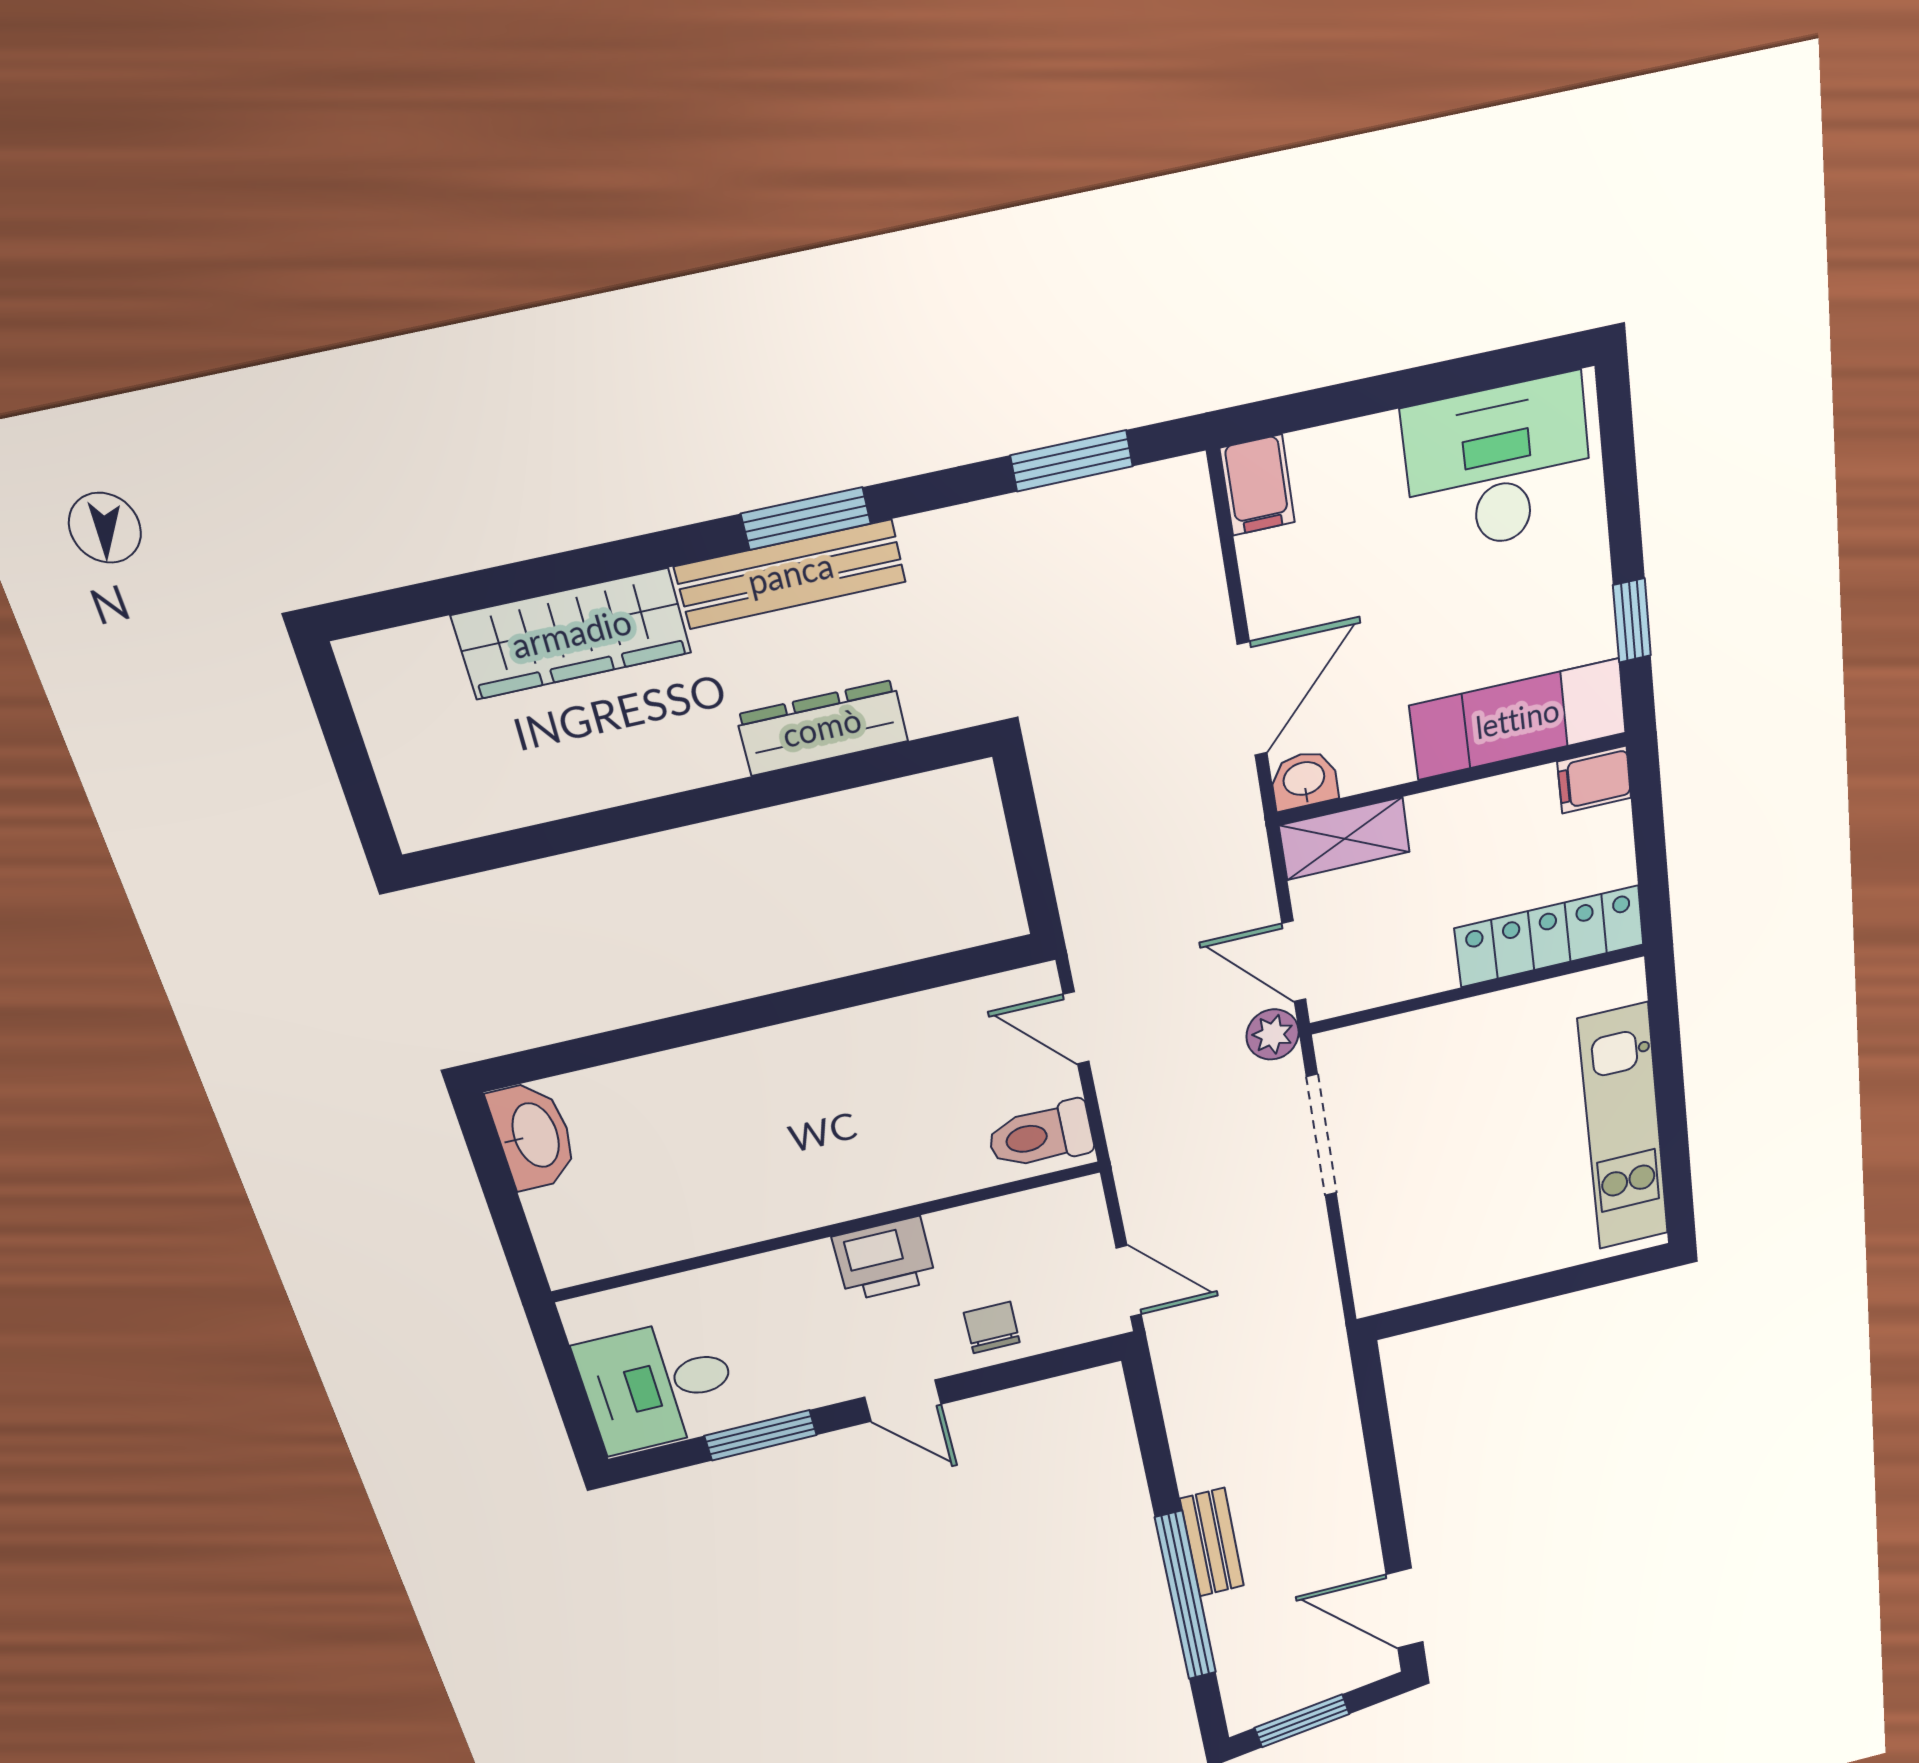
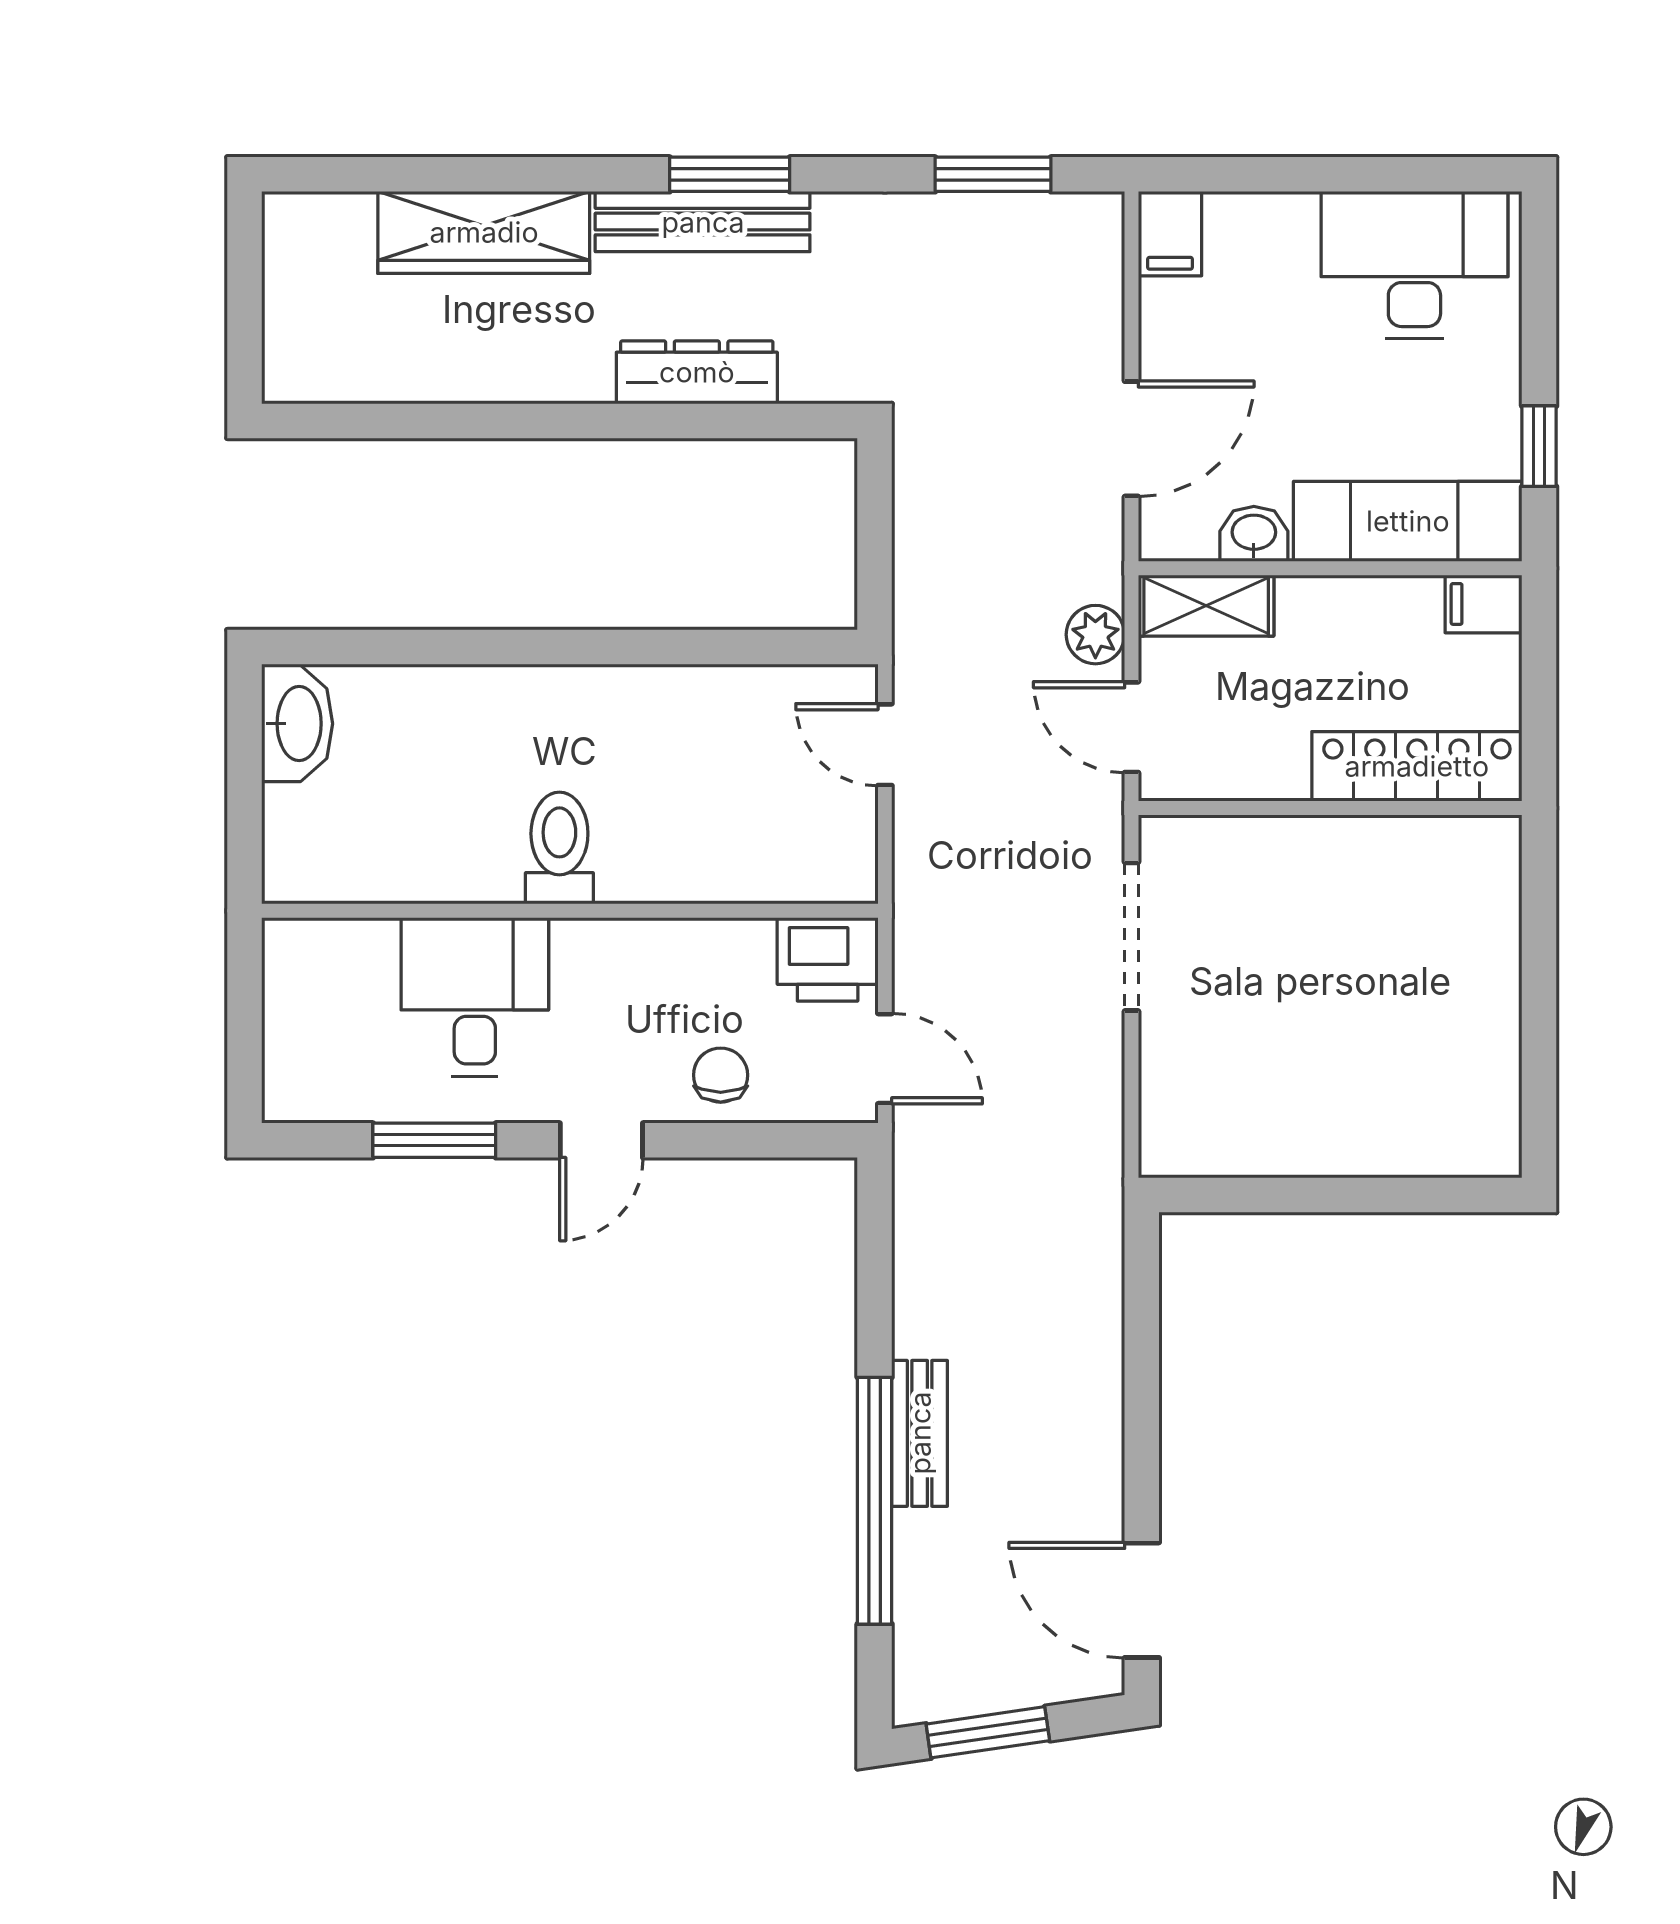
washbasin: (1304, 780) -> (1254, 534), moved
plant: (1273, 1034) -> (1095, 635), moved
kitchen unit: (1623, 1128) -> (1480, 1016), removed
toilet: (1040, 1136) -> (559, 848), moved, turned 90
printer: (884, 1259) -> (828, 959), moved
desk: (658, 1385) -> (475, 997), moved, turned 90
door: (903, 1401) -> (601, 1140), hinge flipped

